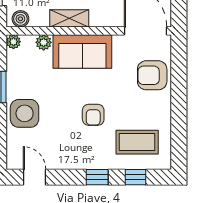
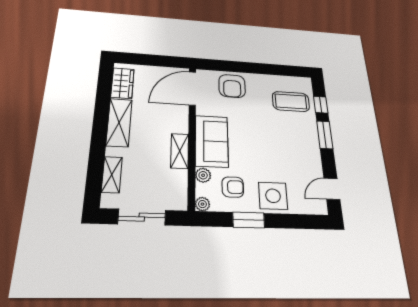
boiler: (20, 19) -> (179, 196), removed
armchair: (93, 115) -> (233, 187), moved
coffee table: (137, 142) -> (291, 102), turned 90
window: (97, 177) -> (325, 135), width x1.50

